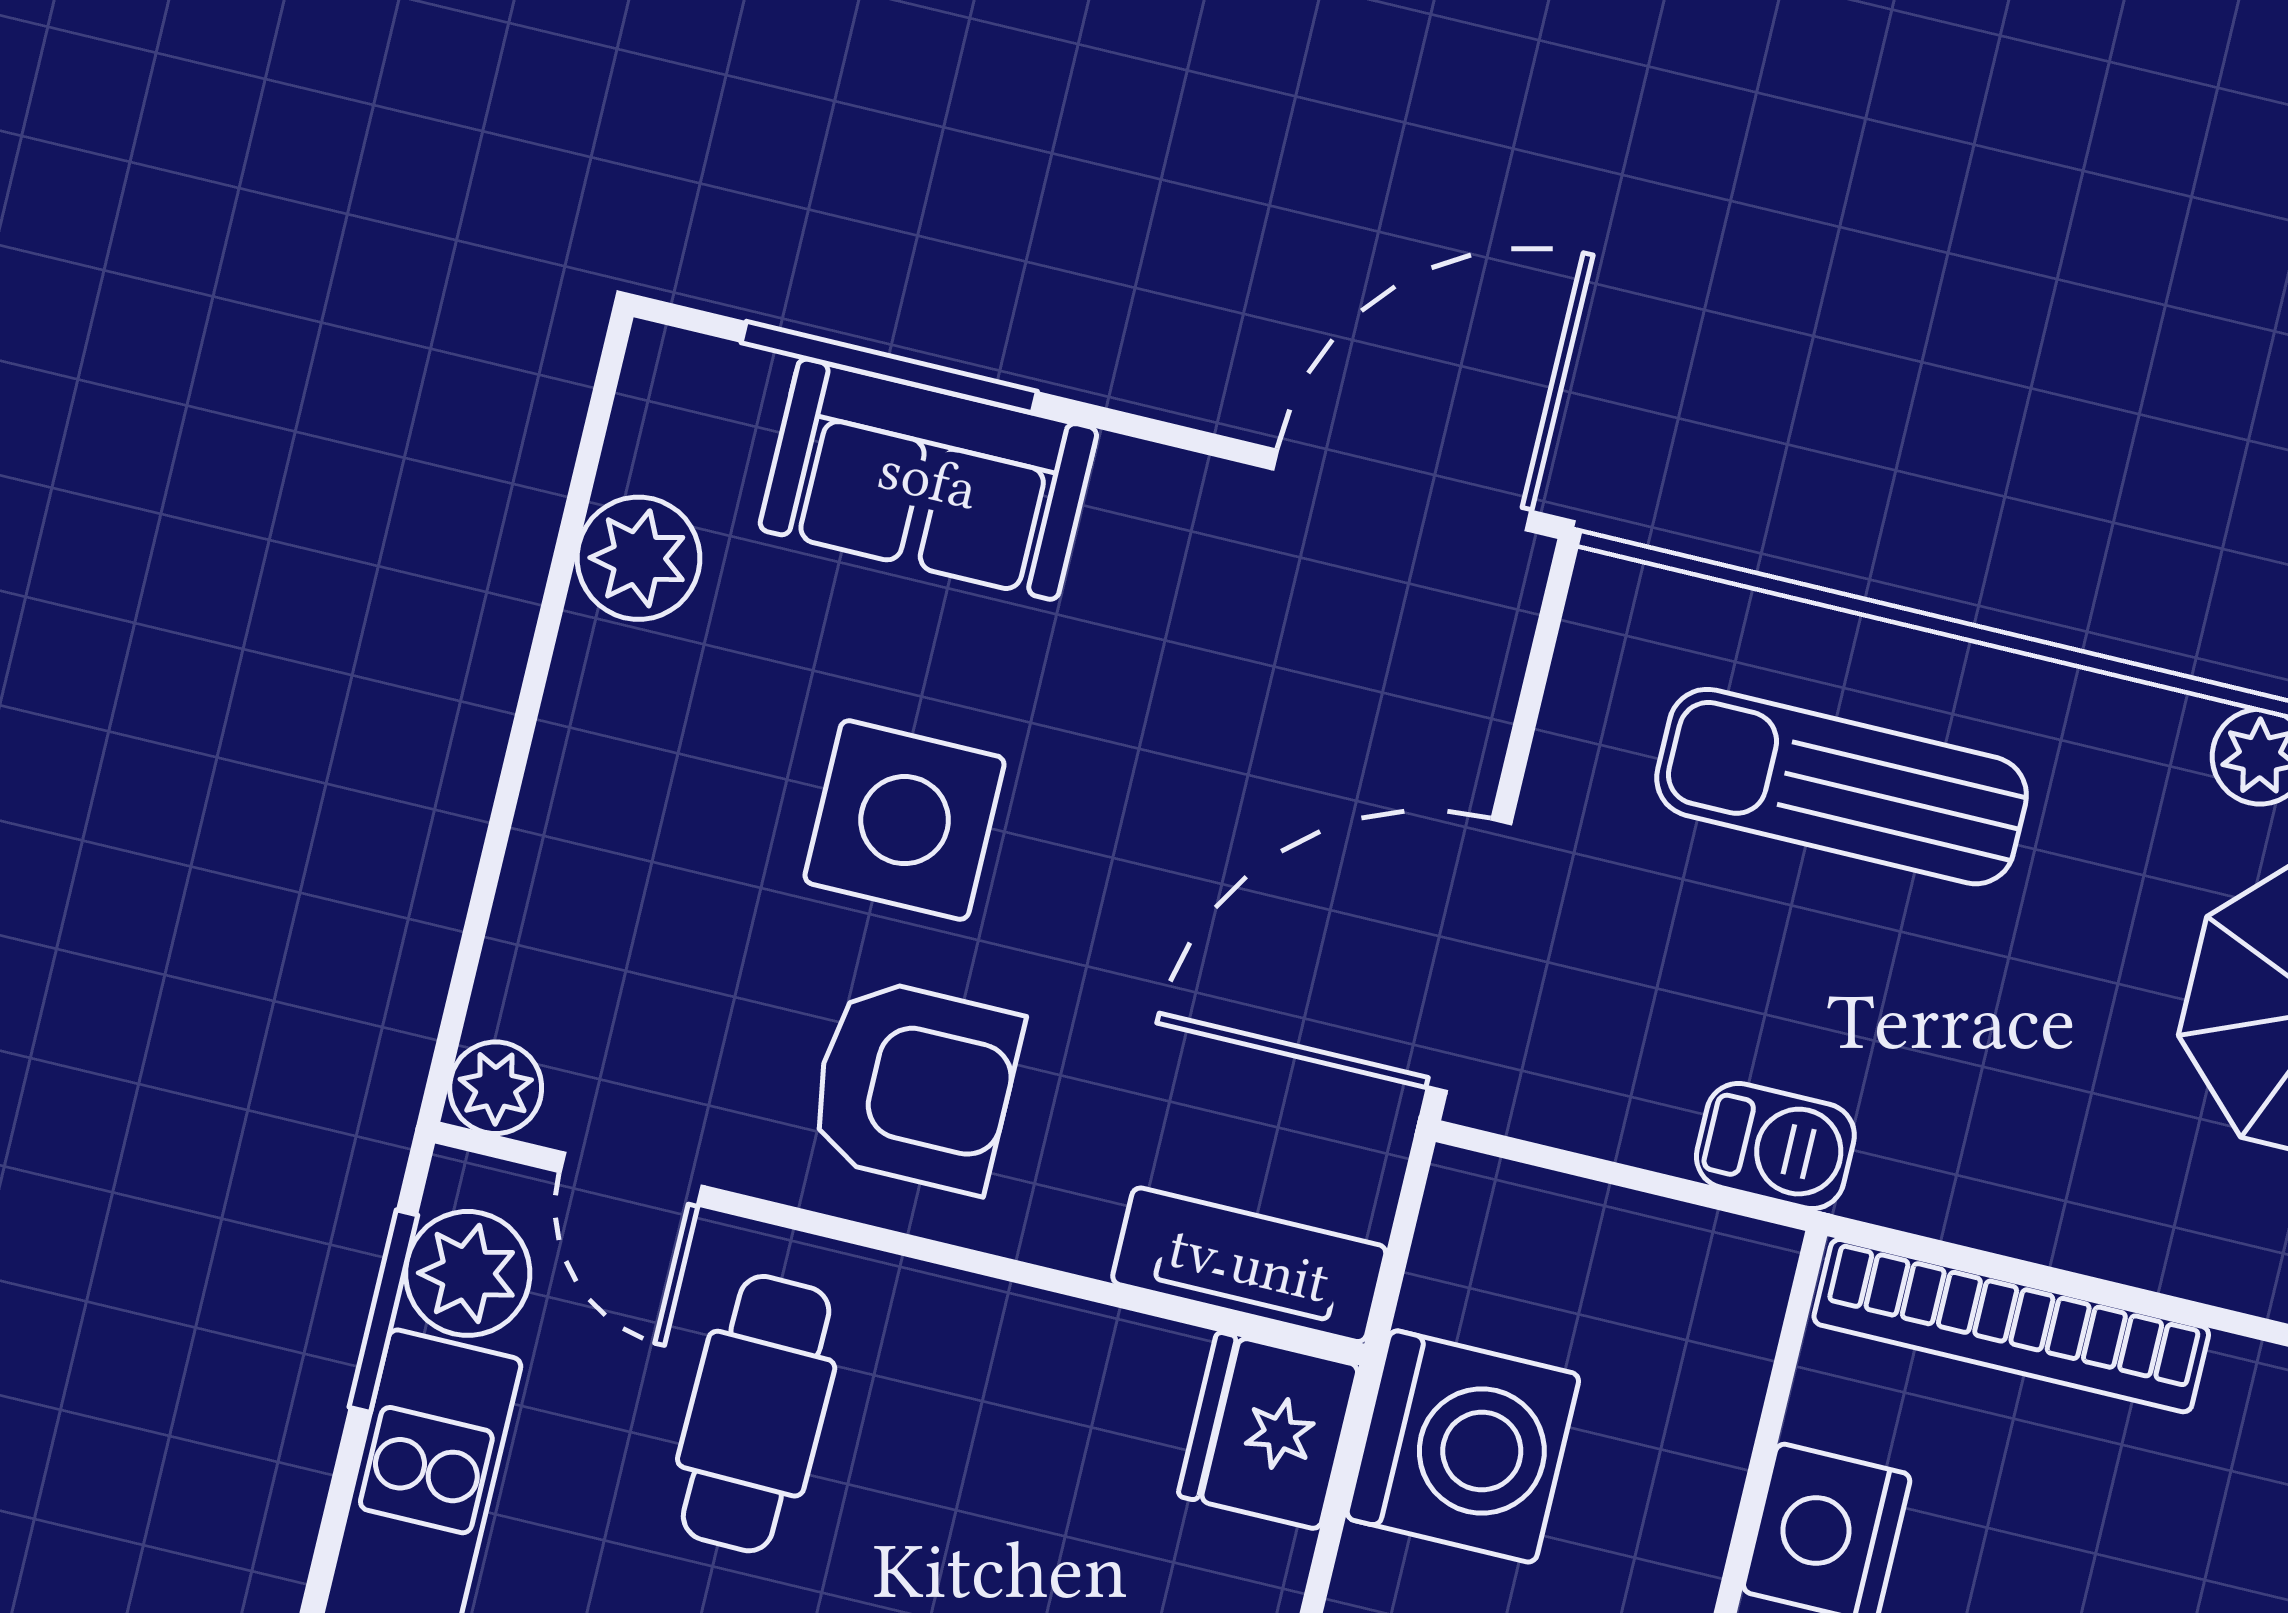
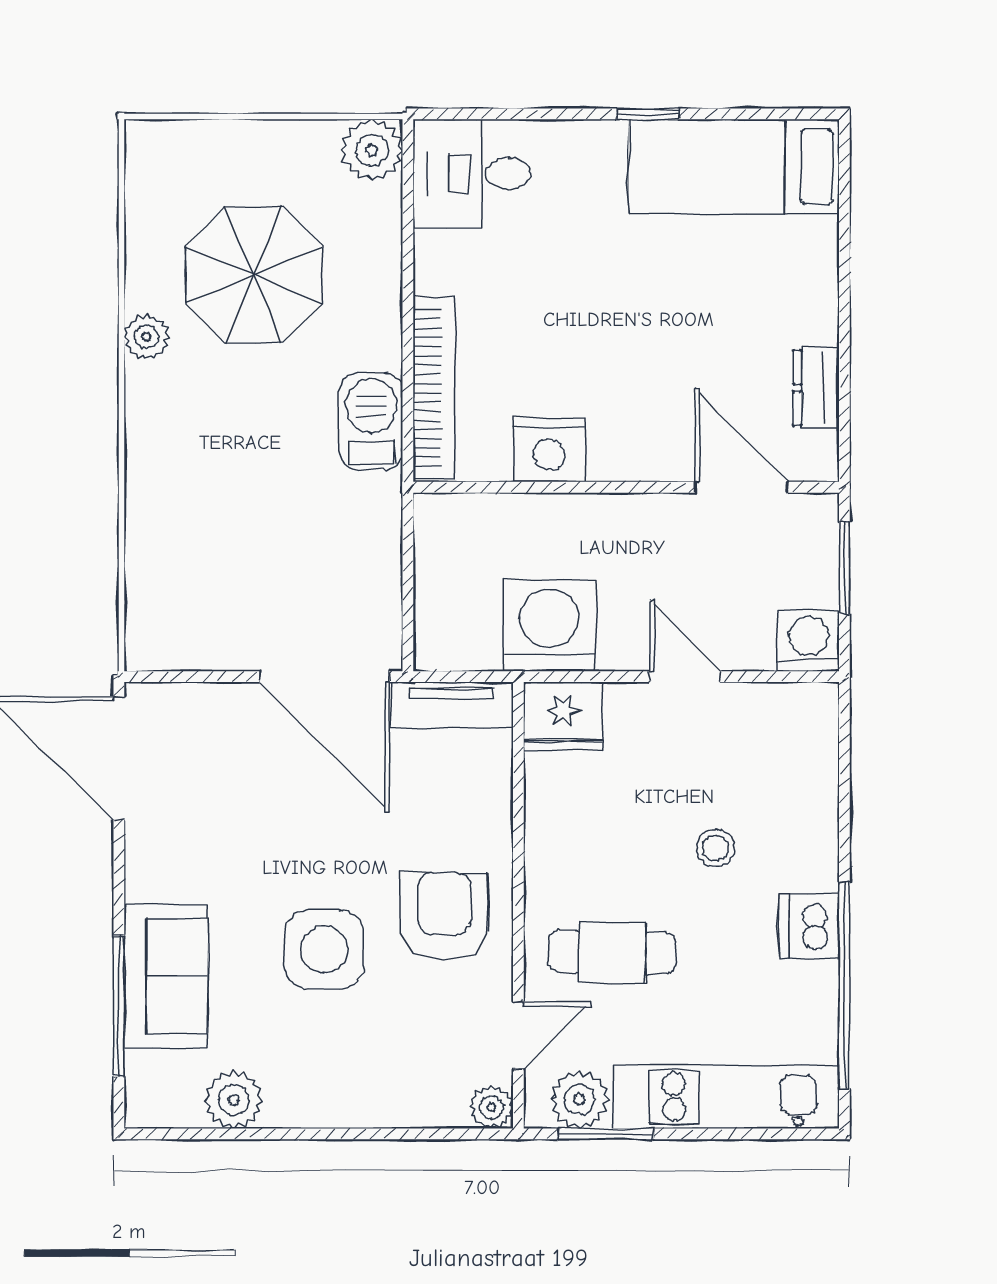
sun lounger: (1842, 787) -> (206, 525), removed
barbecue: (1775, 1146) -> (371, 421), moved, width x1.38, depth x1.27
tv unit: (1249, 1265) -> (452, 705), moved, turned -90

